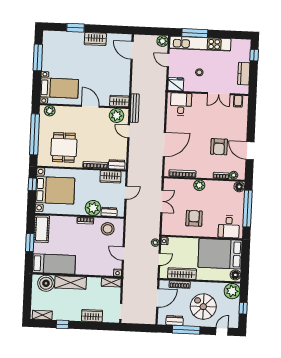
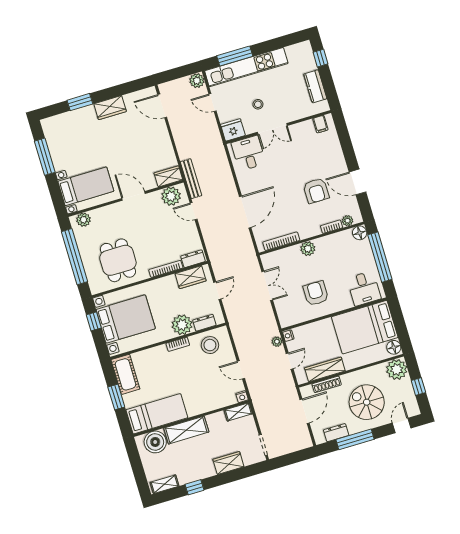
double door: (219, 94) -> (272, 129), moved

